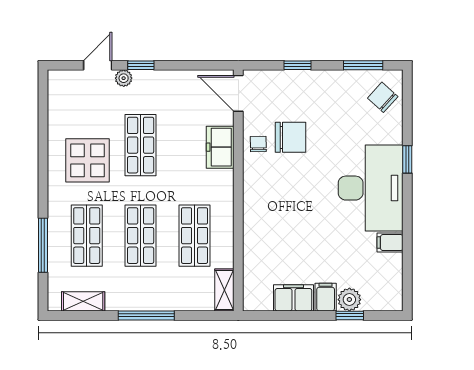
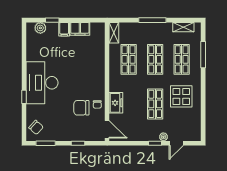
filing cabinet: (390, 243) -> (32, 56), removed
plant: (349, 300) -> (40, 28), moved

